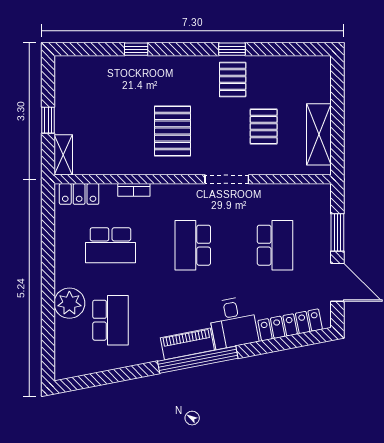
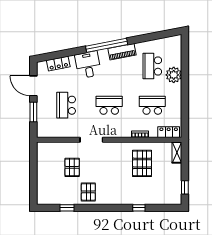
window: (232, 49) -> (67, 208), moved
window: (48, 120) -> (185, 187), moved
pallet: (173, 131) -> (142, 163), moved
shelving: (319, 134) -> (43, 163), removed
school desk: (193, 245) -> (109, 105), turned -90
locker: (290, 325) -> (58, 64), width x0.66
piano: (187, 344) -> (122, 52), moved

